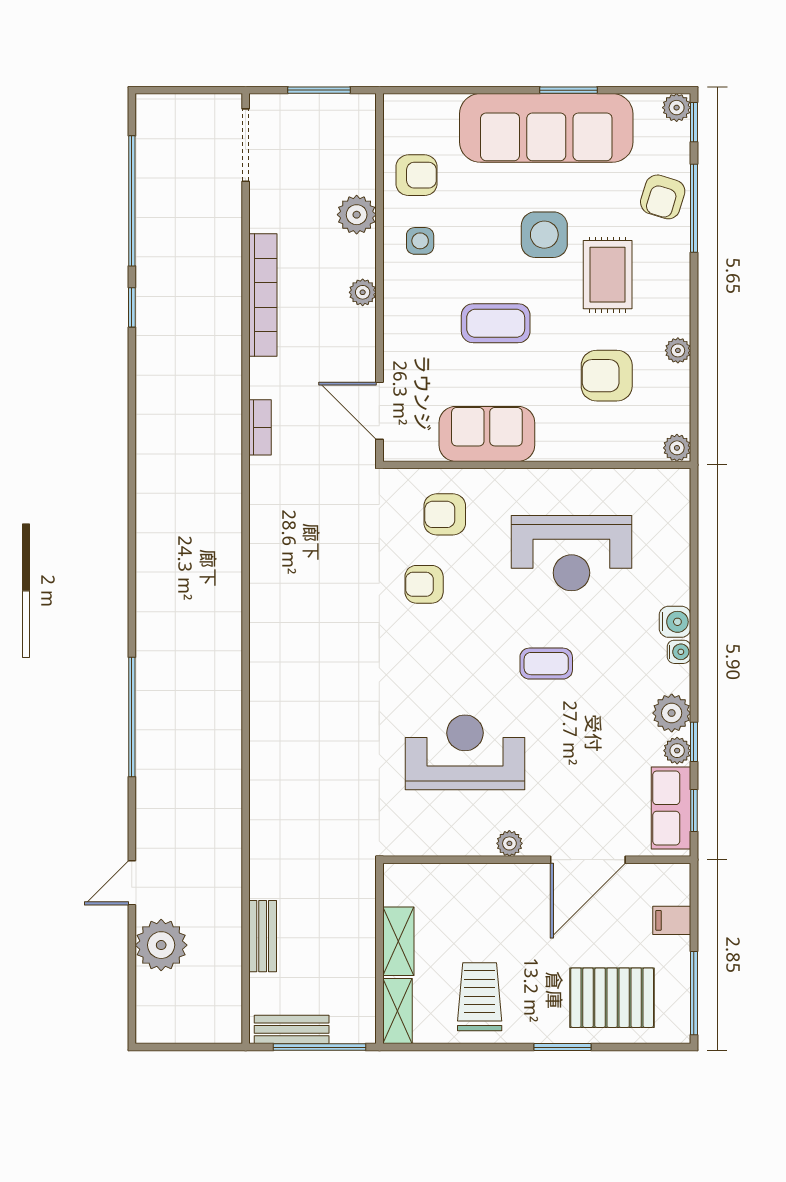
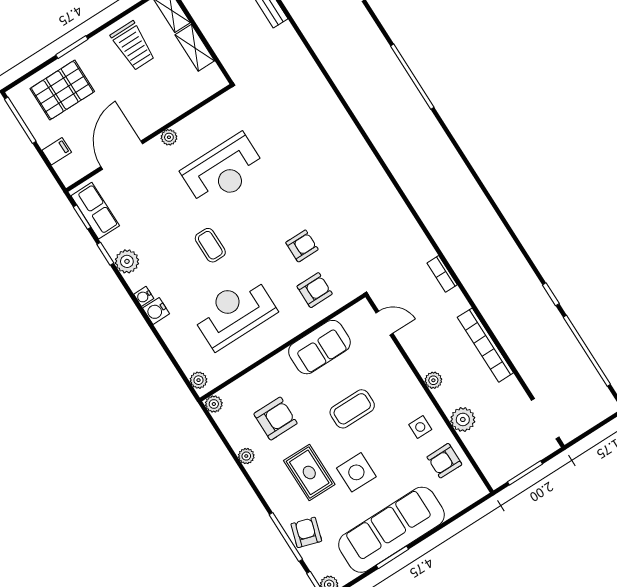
door: (379, 411) -> (384, 323), width x0.73
coffee table: (546, 664) -> (210, 245), turned 90
plant: (677, 751) -> (199, 380), moved

